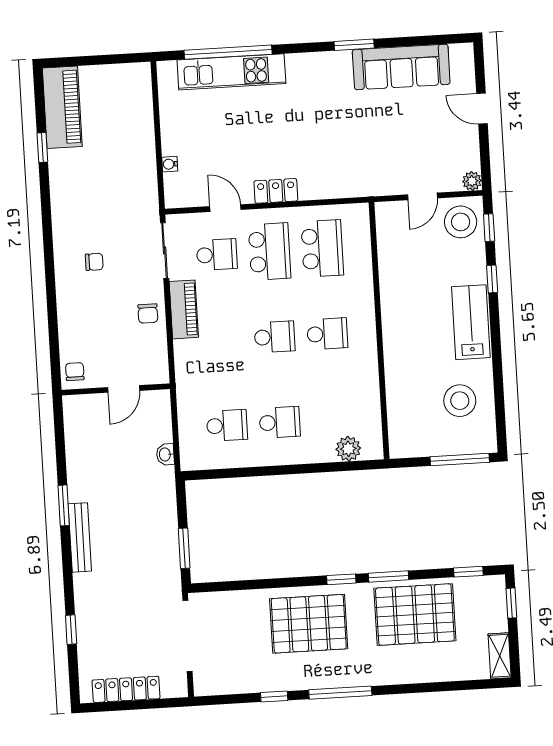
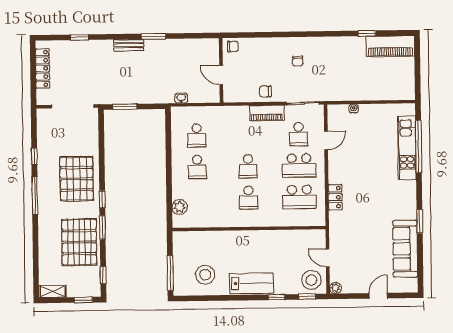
locker: (276, 191) -> (335, 197), moved
bench: (80, 537) -> (129, 45), width x0.73

